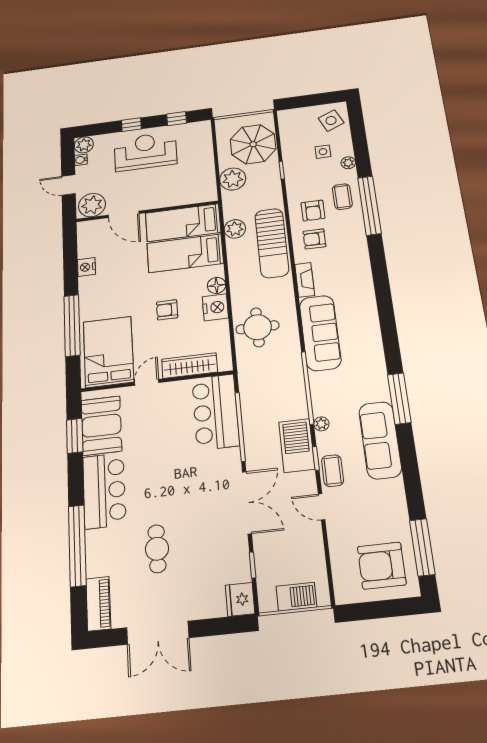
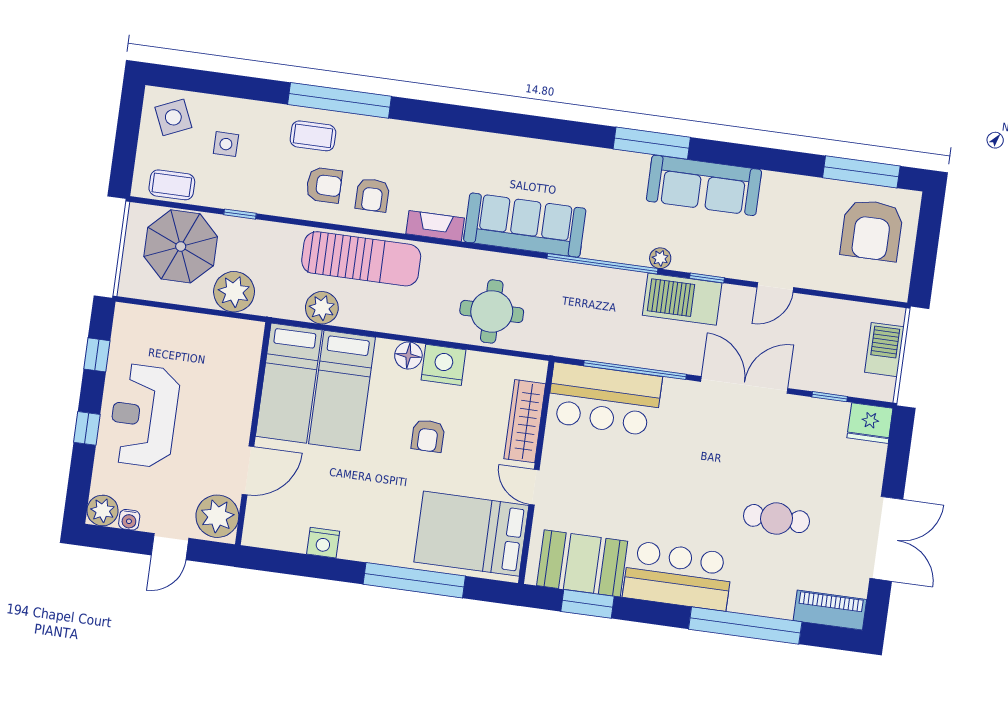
plant: (348, 163) -> (257, 112), removed
coffee table: (333, 471) -> (172, 185), moved

